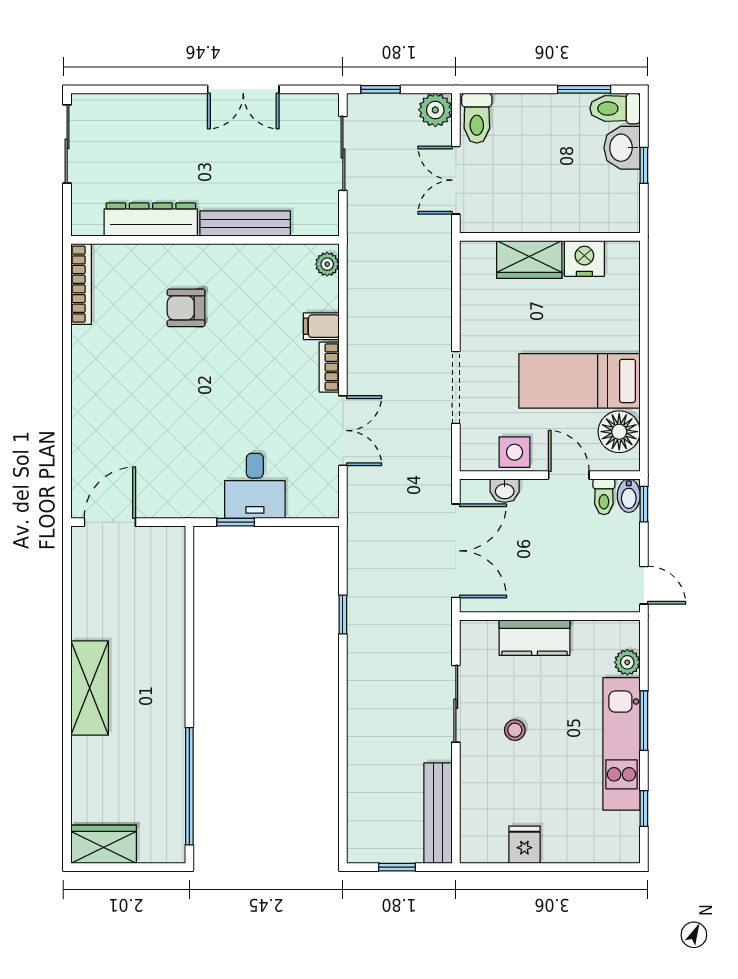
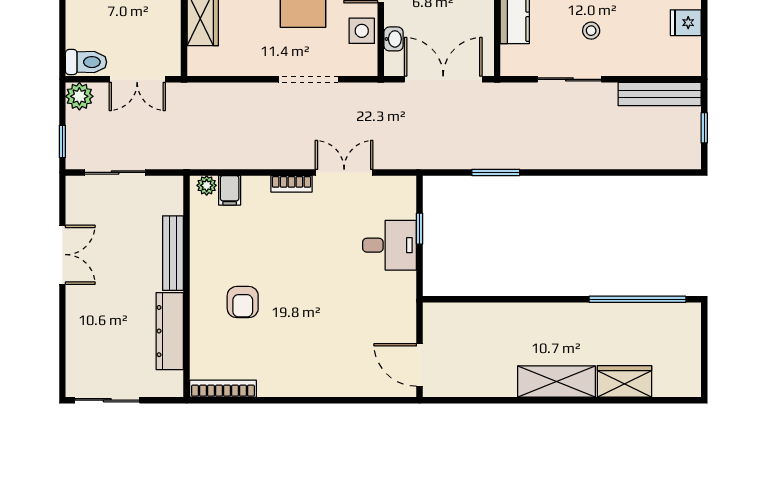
filing cabinet: (321, 326) -> (230, 190), moved
window: (236, 522) -> (420, 229), moved
window: (343, 615) -> (496, 172), width x1.50
wardrobe: (104, 844) -> (624, 381), moved, turned 90

